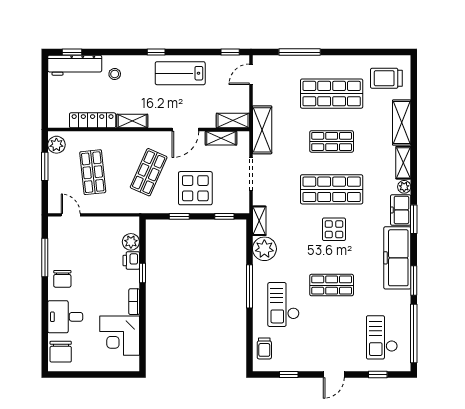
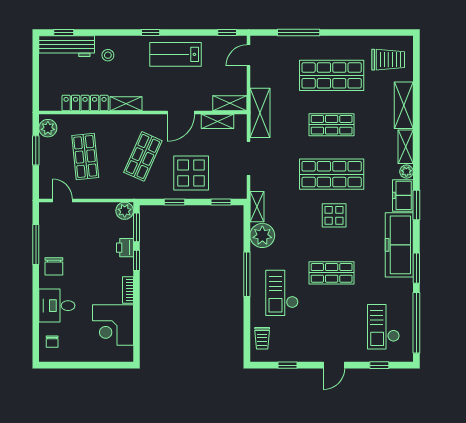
trolley: (386, 78) -> (388, 60), turned 180
window: (142, 241) -> (137, 227), added
plant: (131, 242) -> (125, 211), moved
chair: (61, 352) -> (52, 342), width x0.54, depth x0.54

